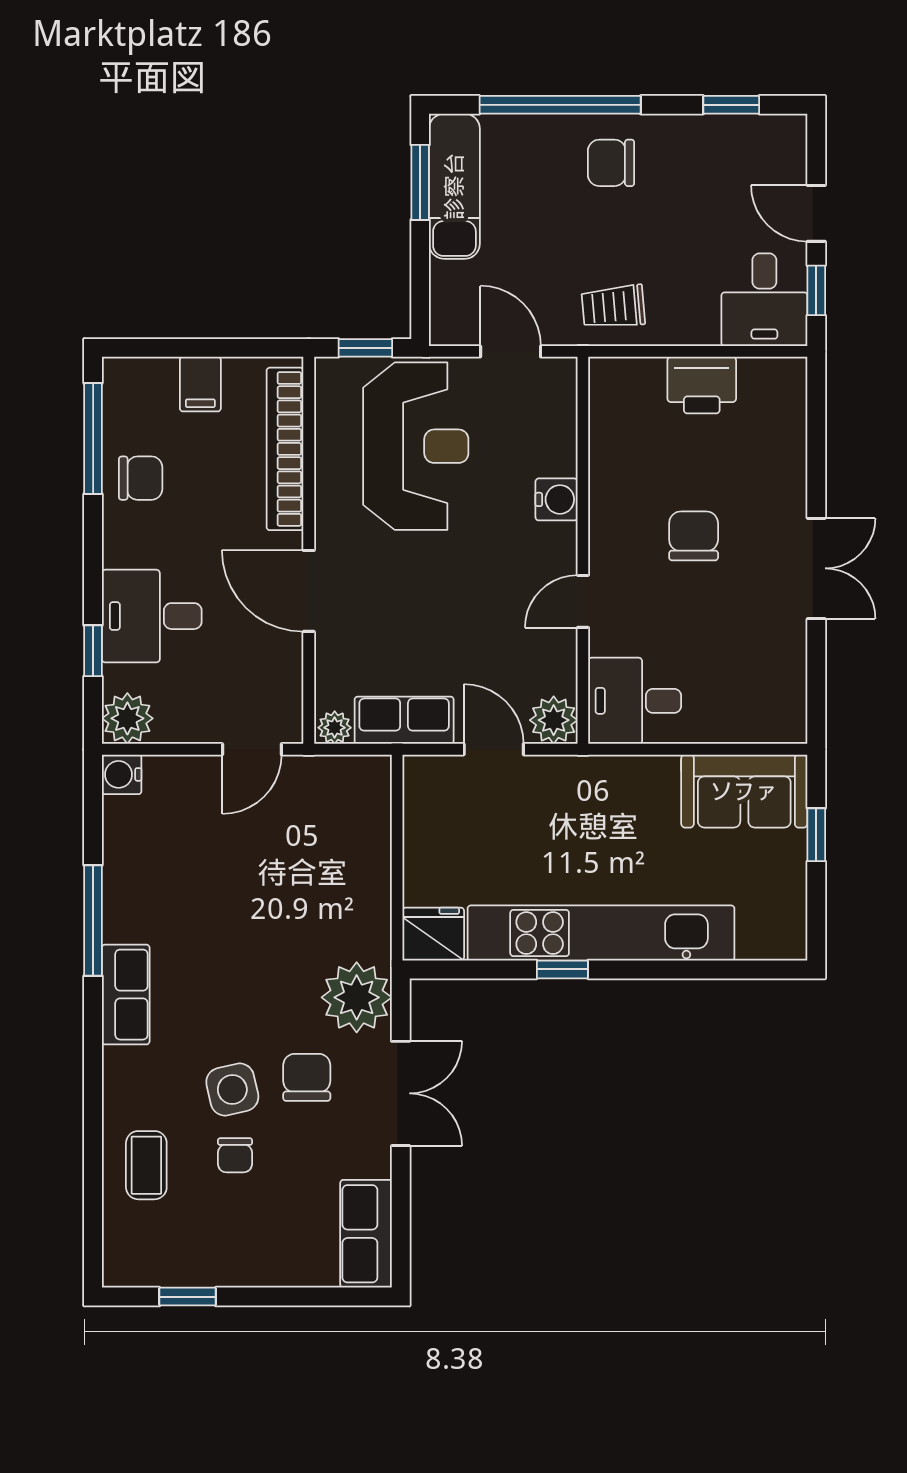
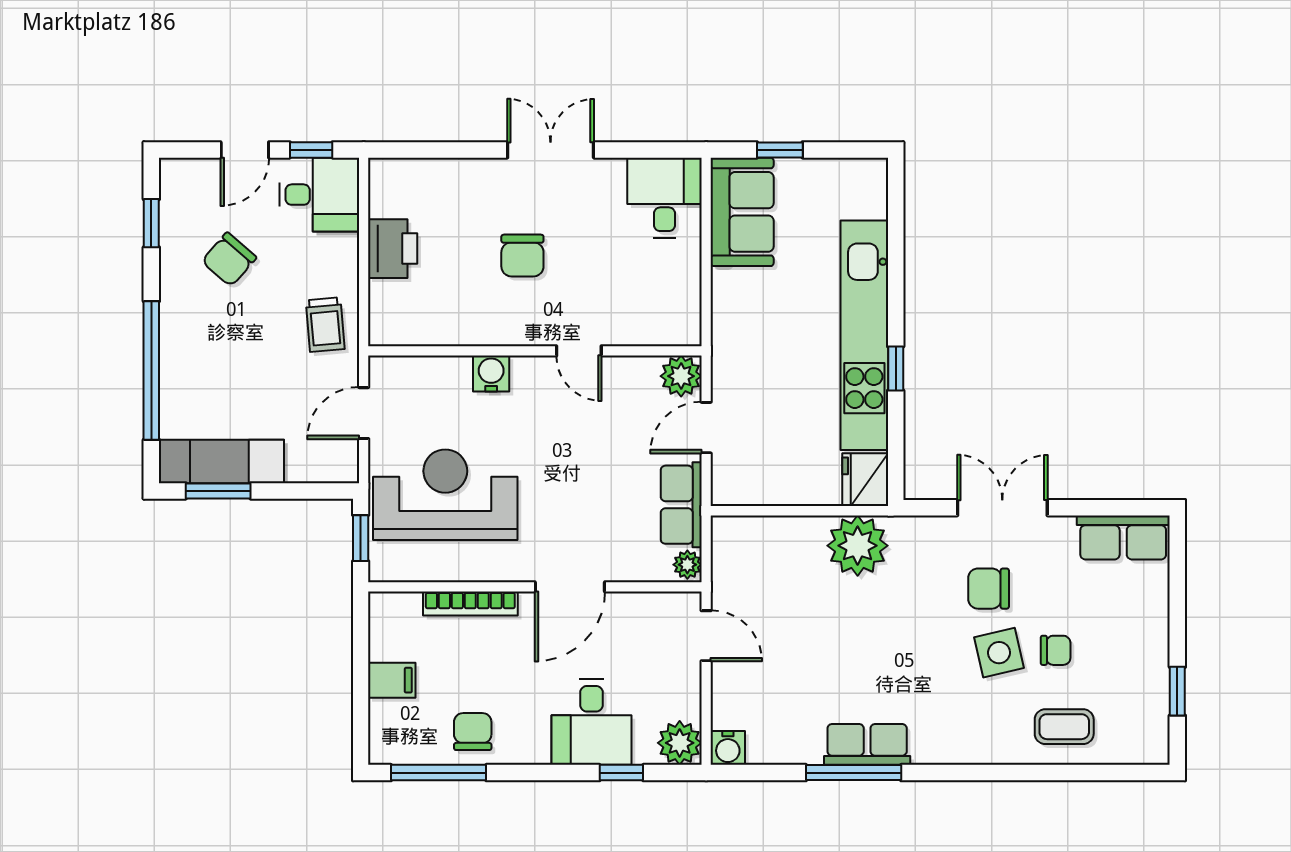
chair: (611, 163) -> (229, 259), moved, turned 41
bookcase: (285, 449) -> (470, 603), width x0.68, depth x0.76
chair: (694, 536) -> (522, 256), turned -90
desk: (635, 701) -> (664, 198), moved, turned 180
row of seats: (126, 995) -> (867, 744), moved
plant: (357, 997) -> (858, 546), moved

